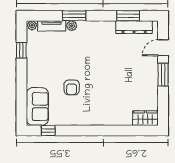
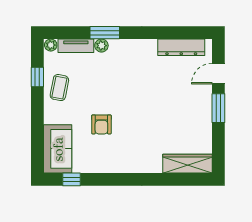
window: (128, 16) -> (174, 33), removed
coffee table: (39, 59) -> (59, 88), added
wardrobe: (145, 118) -> (188, 164), width x1.50

